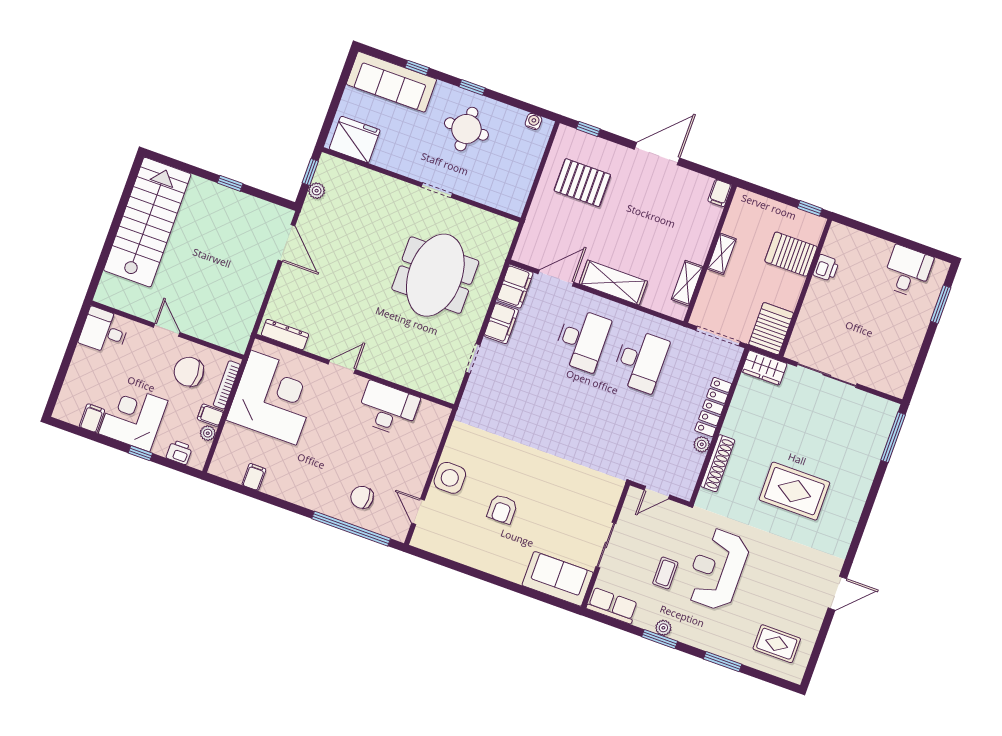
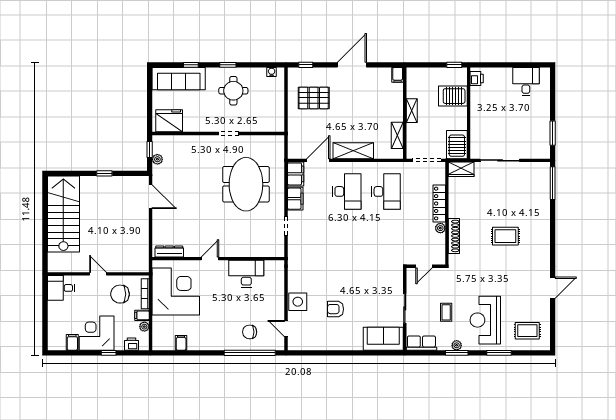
printer: (826, 268) -> (477, 79), moved
window: (941, 304) -> (553, 133), moved
rug: (794, 491) -> (505, 236), width x0.73, depth x0.70
armchair: (502, 509) -> (336, 309), turned 90
reception desk: (717, 569) -> (485, 320), moved

